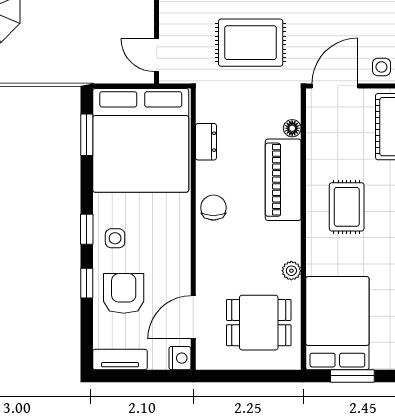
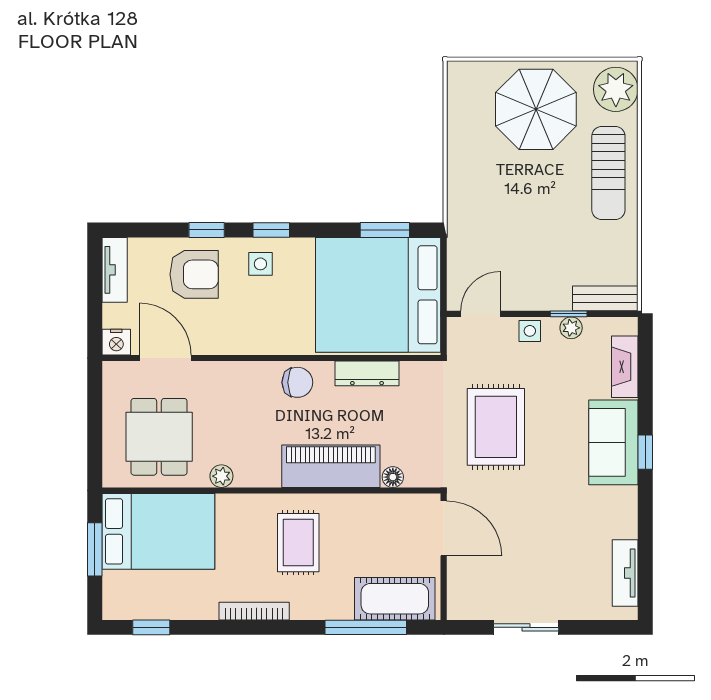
side table: (381, 67) -> (530, 331), moved
dresser: (206, 142) -> (367, 373), width x1.44
rug: (347, 207) -> (298, 543), turned 90

